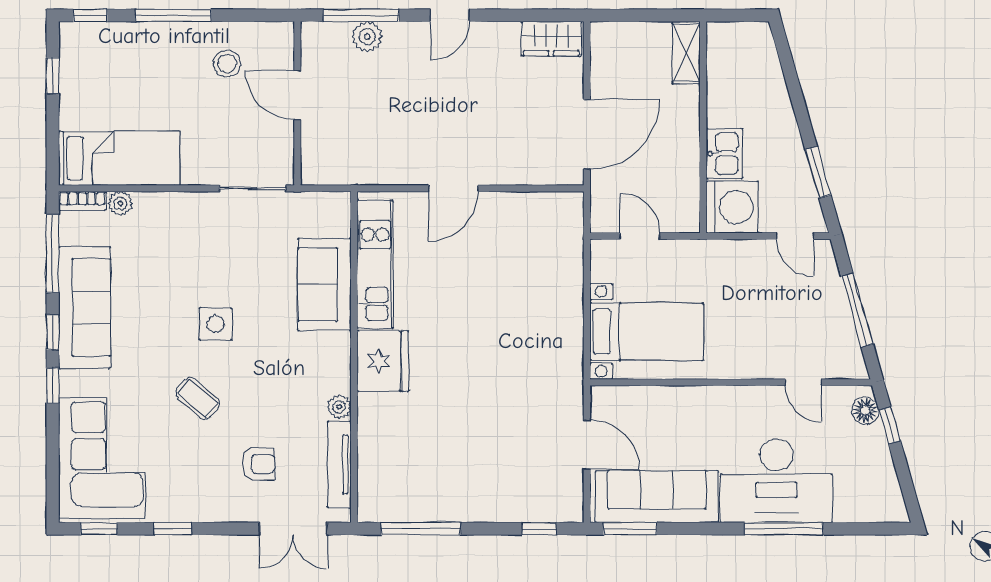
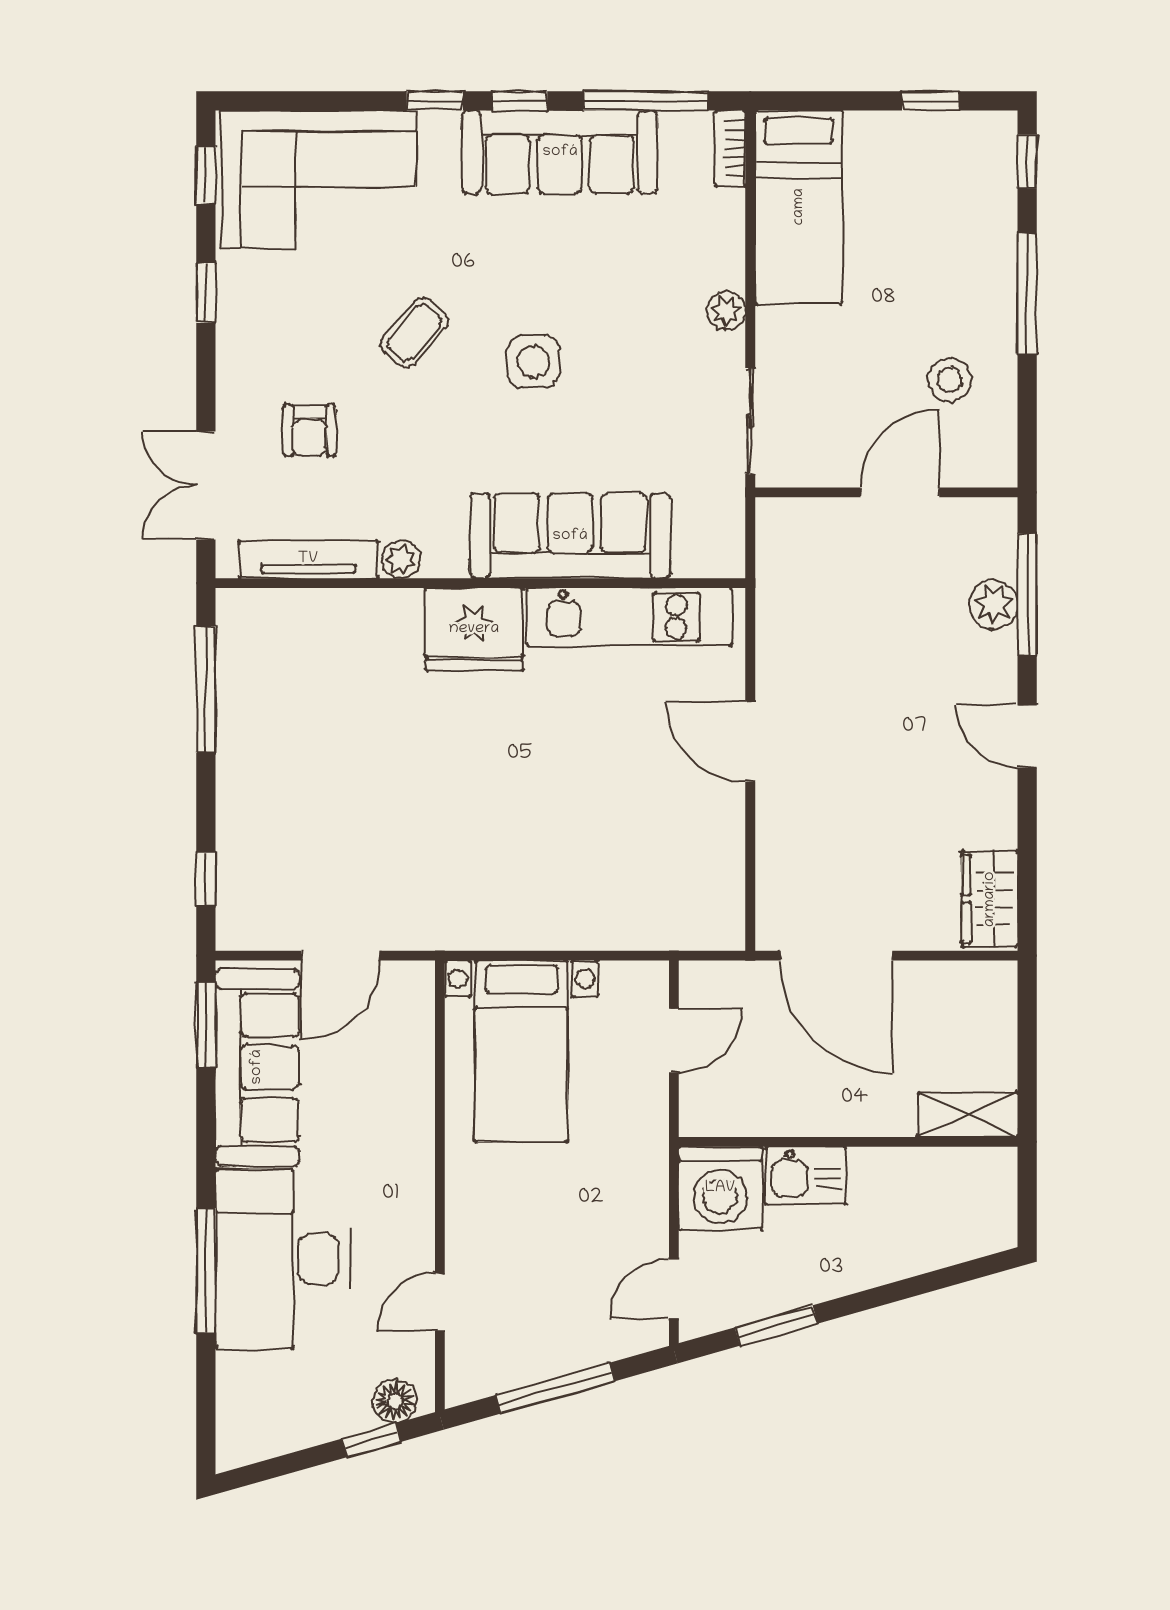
plant: (120, 203) -> (726, 311), moved
sofa: (324, 284) -> (570, 536), width x1.36

